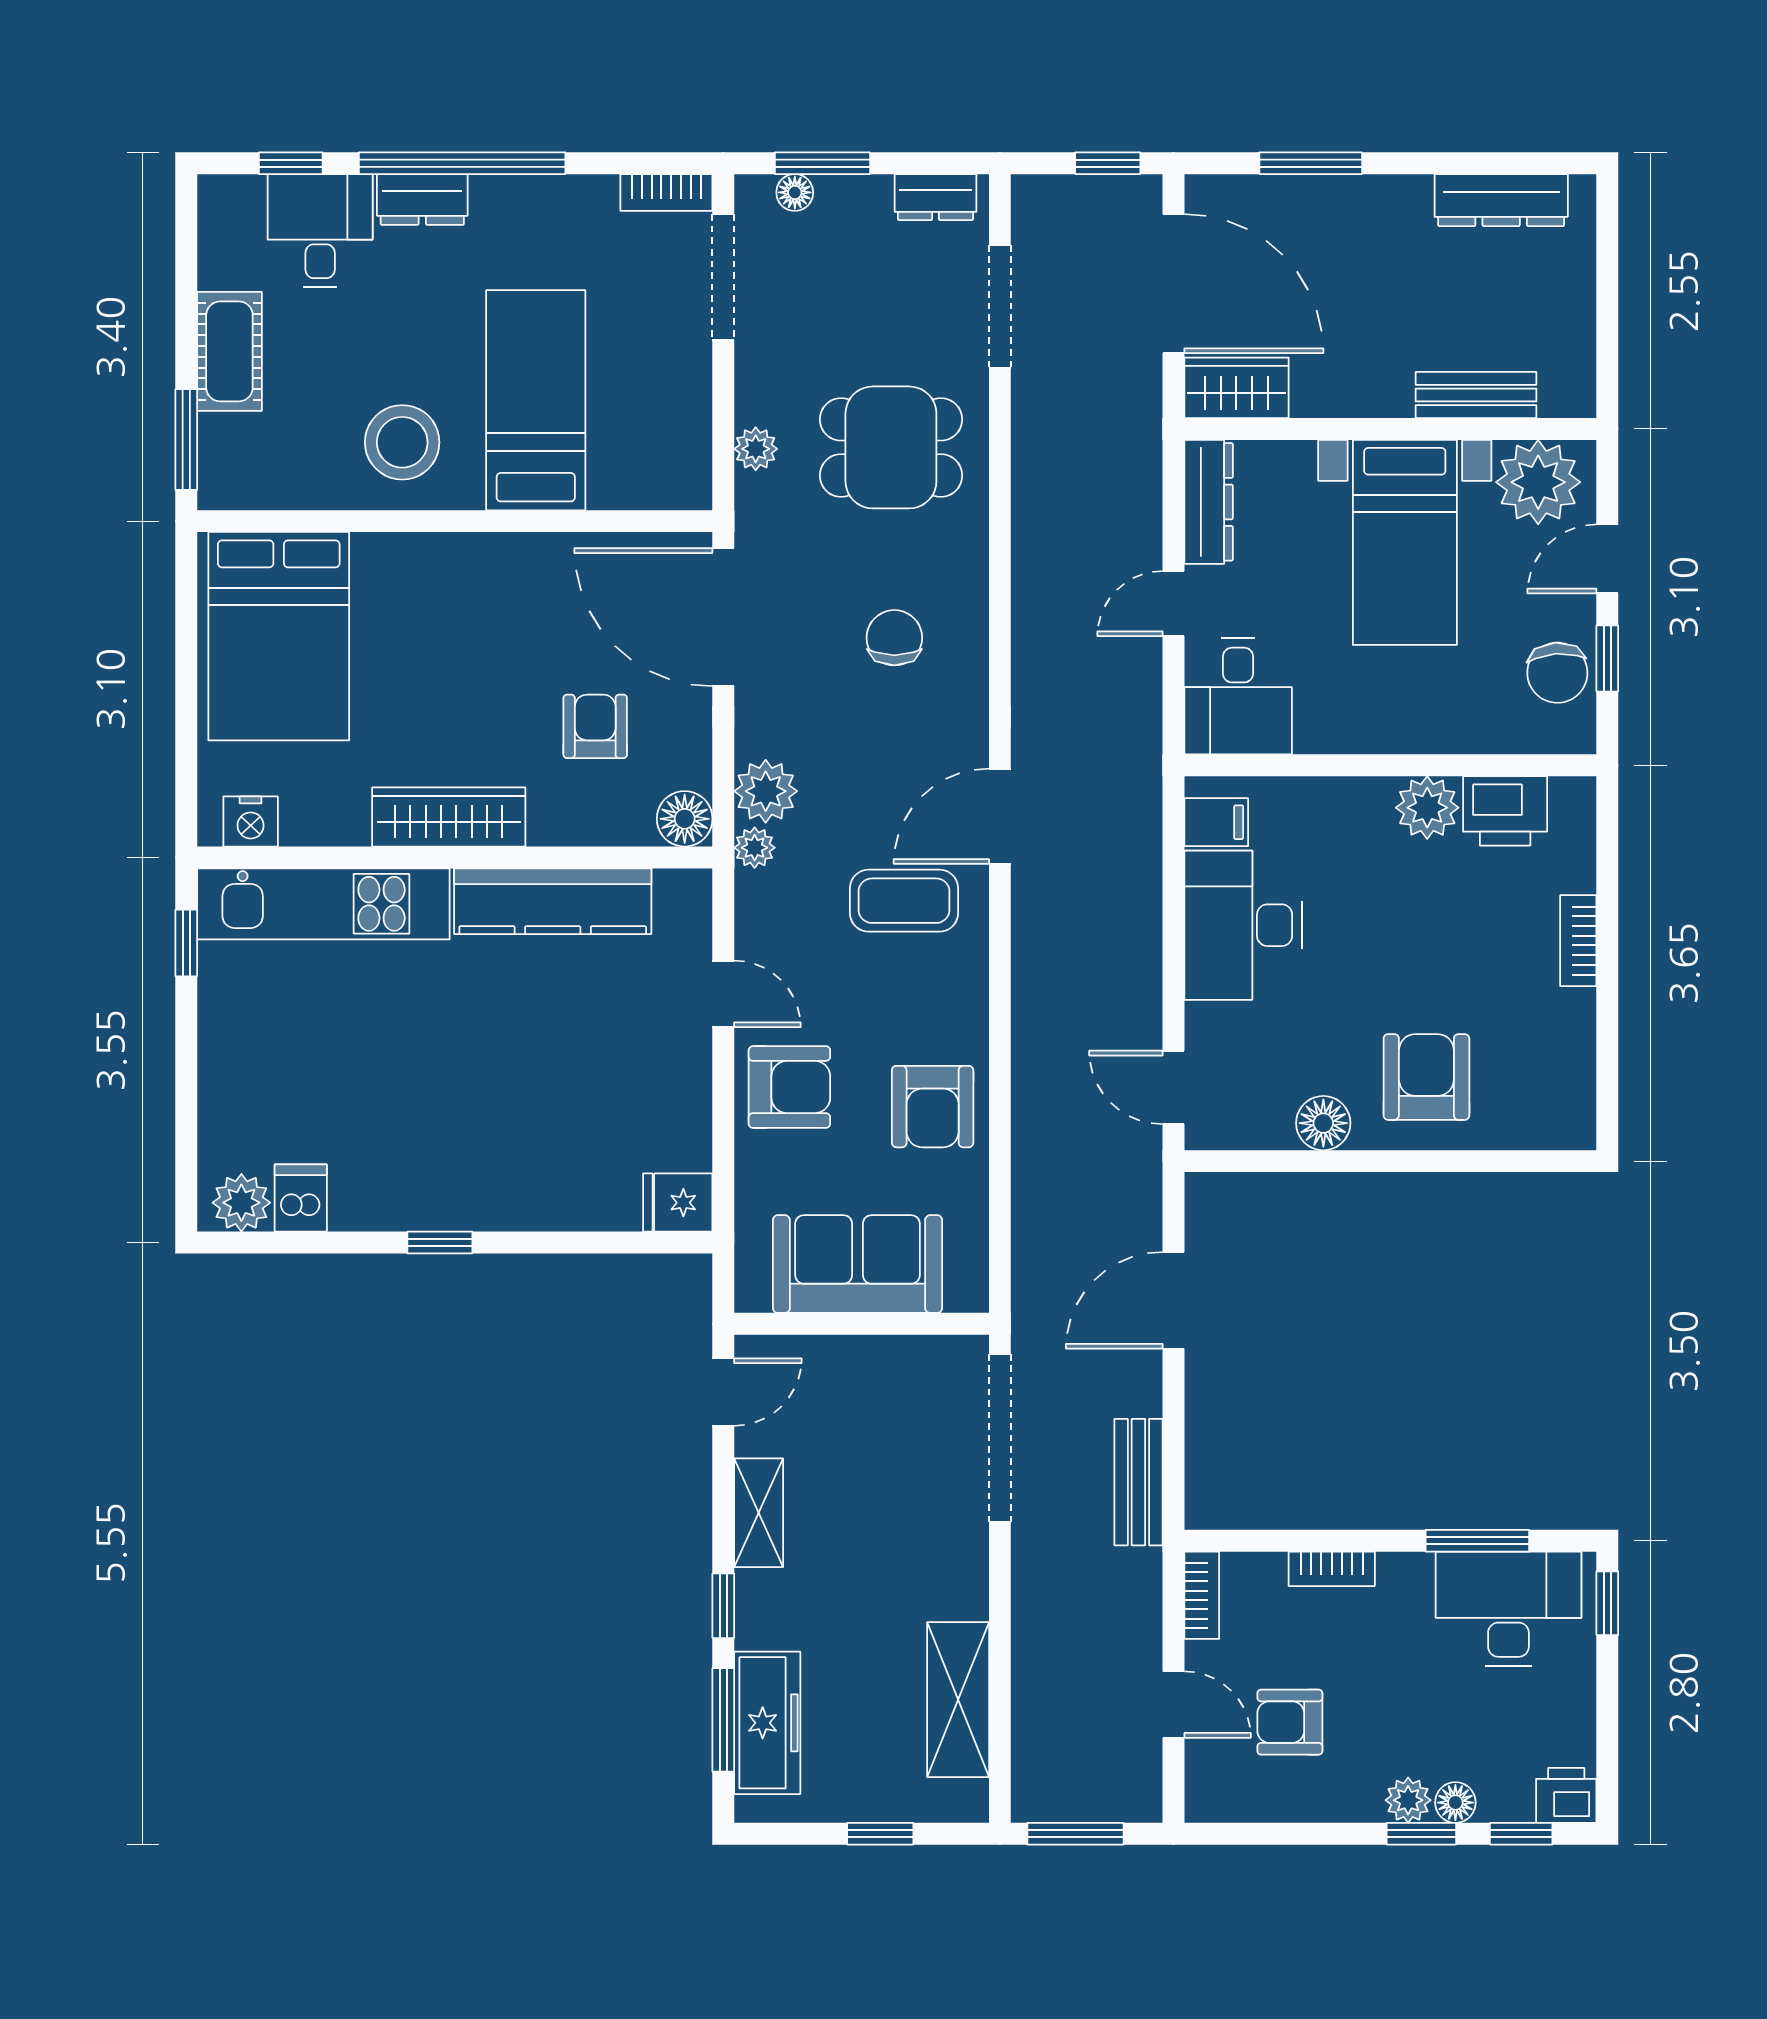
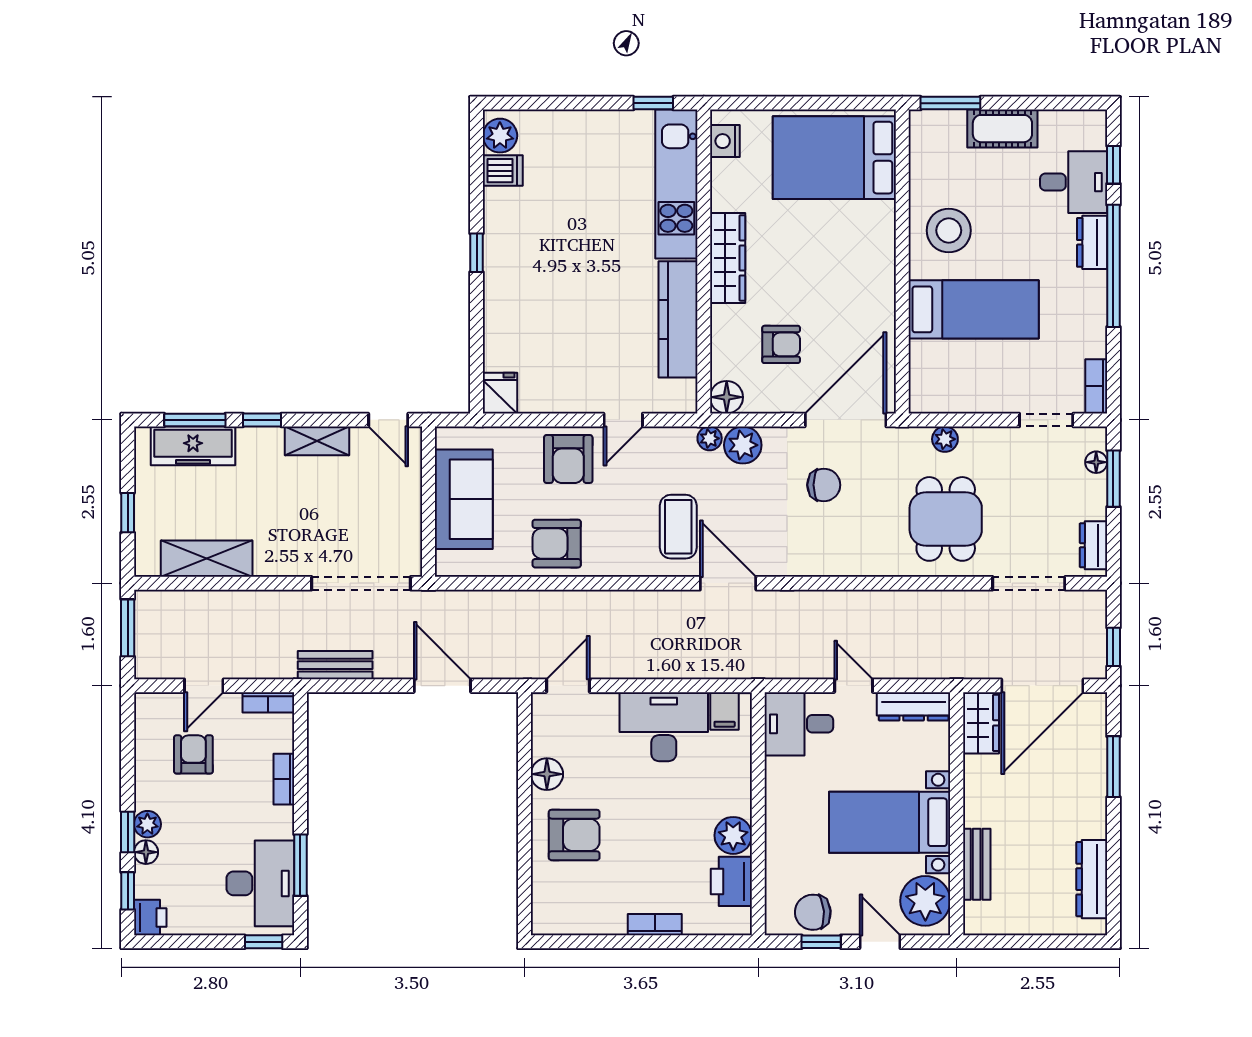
doorway: (723, 277) -> (1046, 420), width x0.73
chair: (894, 638) -> (824, 485), moved

